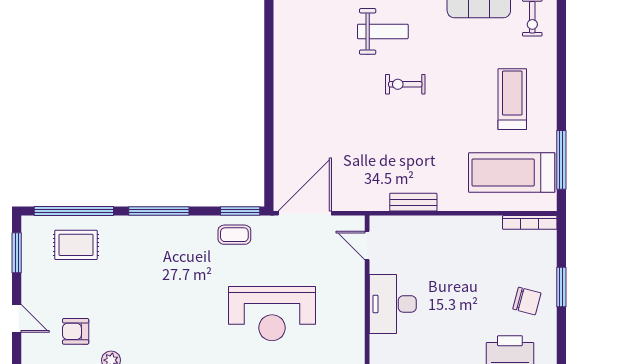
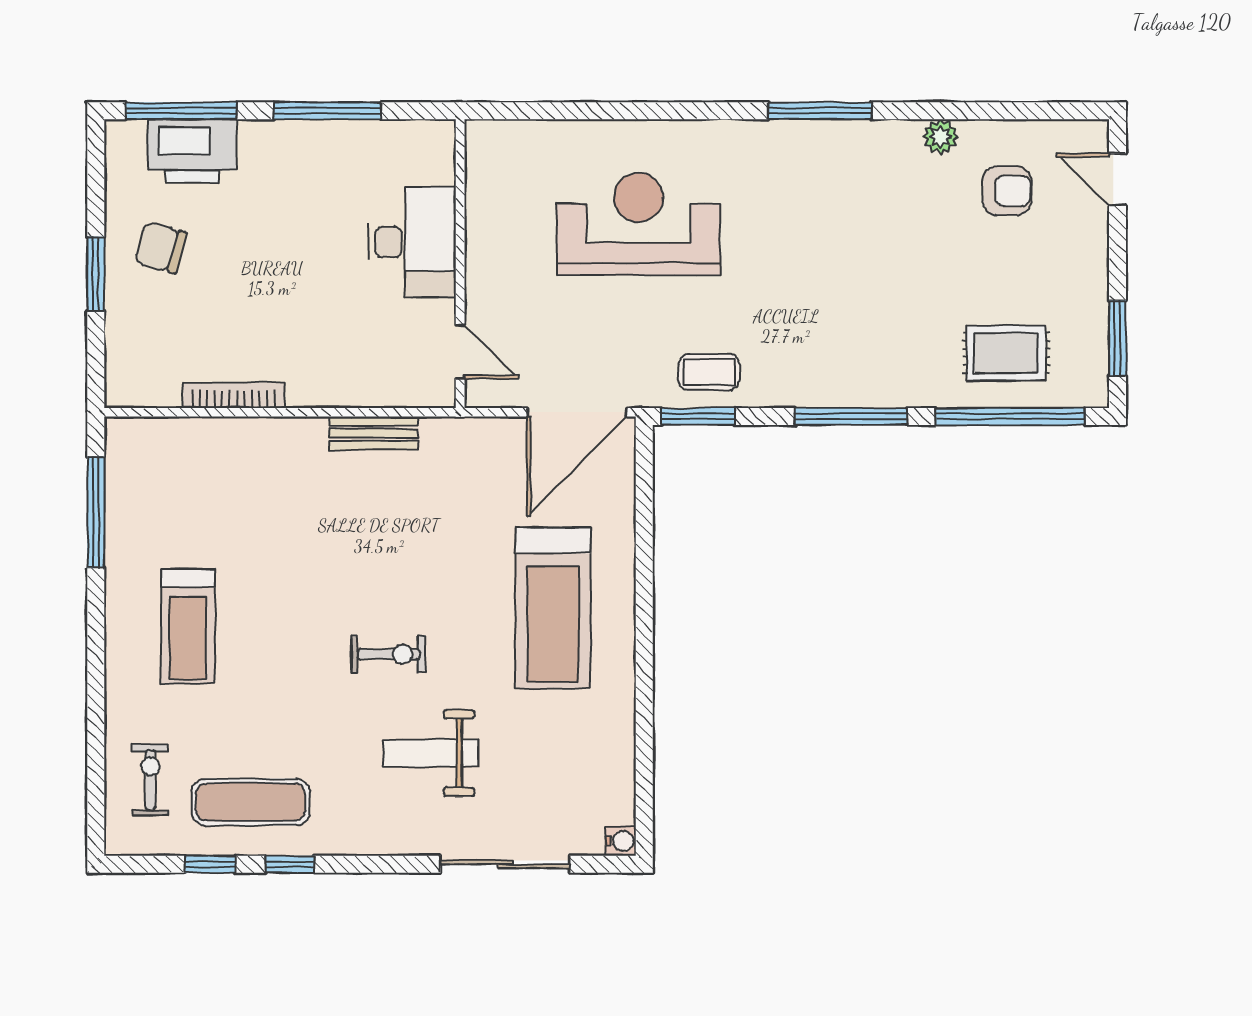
treadmill: (512, 172) -> (553, 608), moved, turned 90
bookcase: (530, 222) -> (233, 395), moved
door: (17, 318) -> (1117, 179), moved

